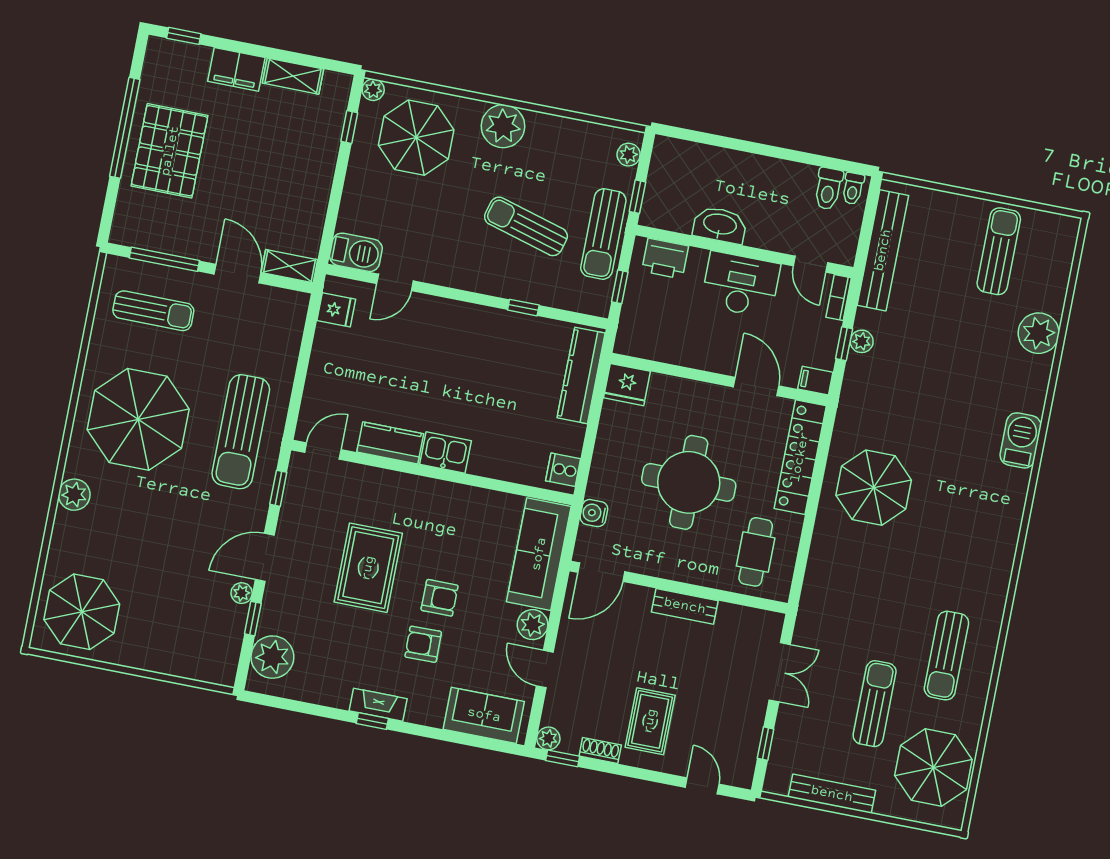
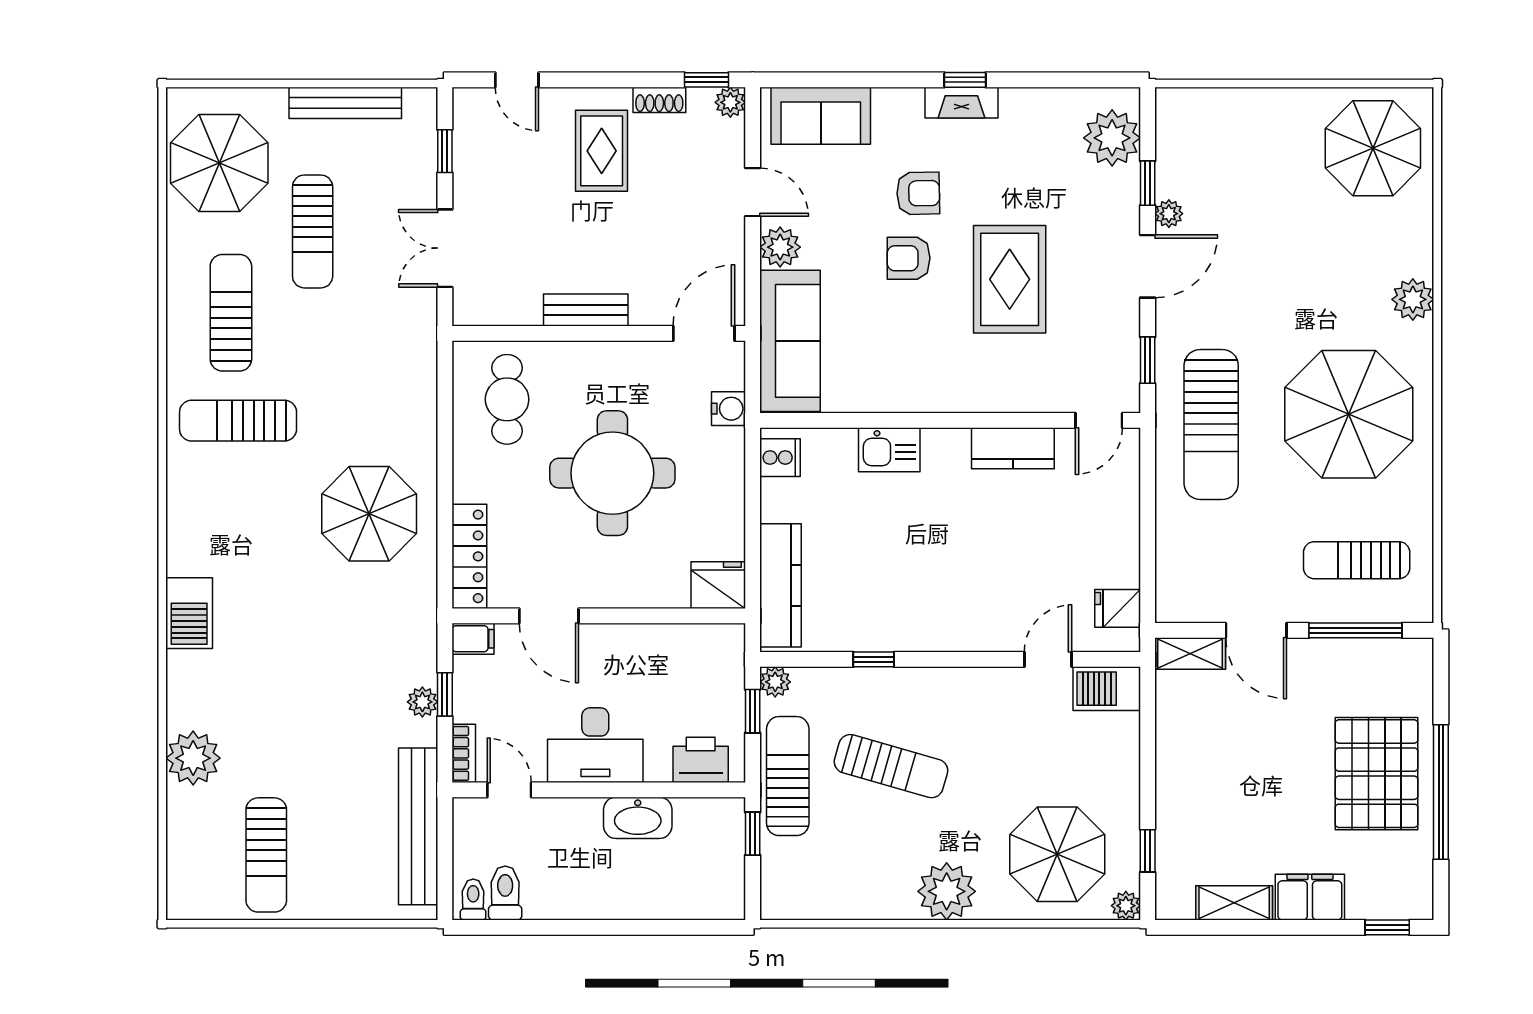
plant: (629, 155) -> (775, 682), moved
sun lounger: (241, 432) -> (1211, 424), turned 180
kitchen sink: (446, 453) -> (889, 450), moved
locker: (800, 457) -> (469, 556), width x0.71, depth x0.83
sun lounger: (957, 575) -> (238, 421), added

